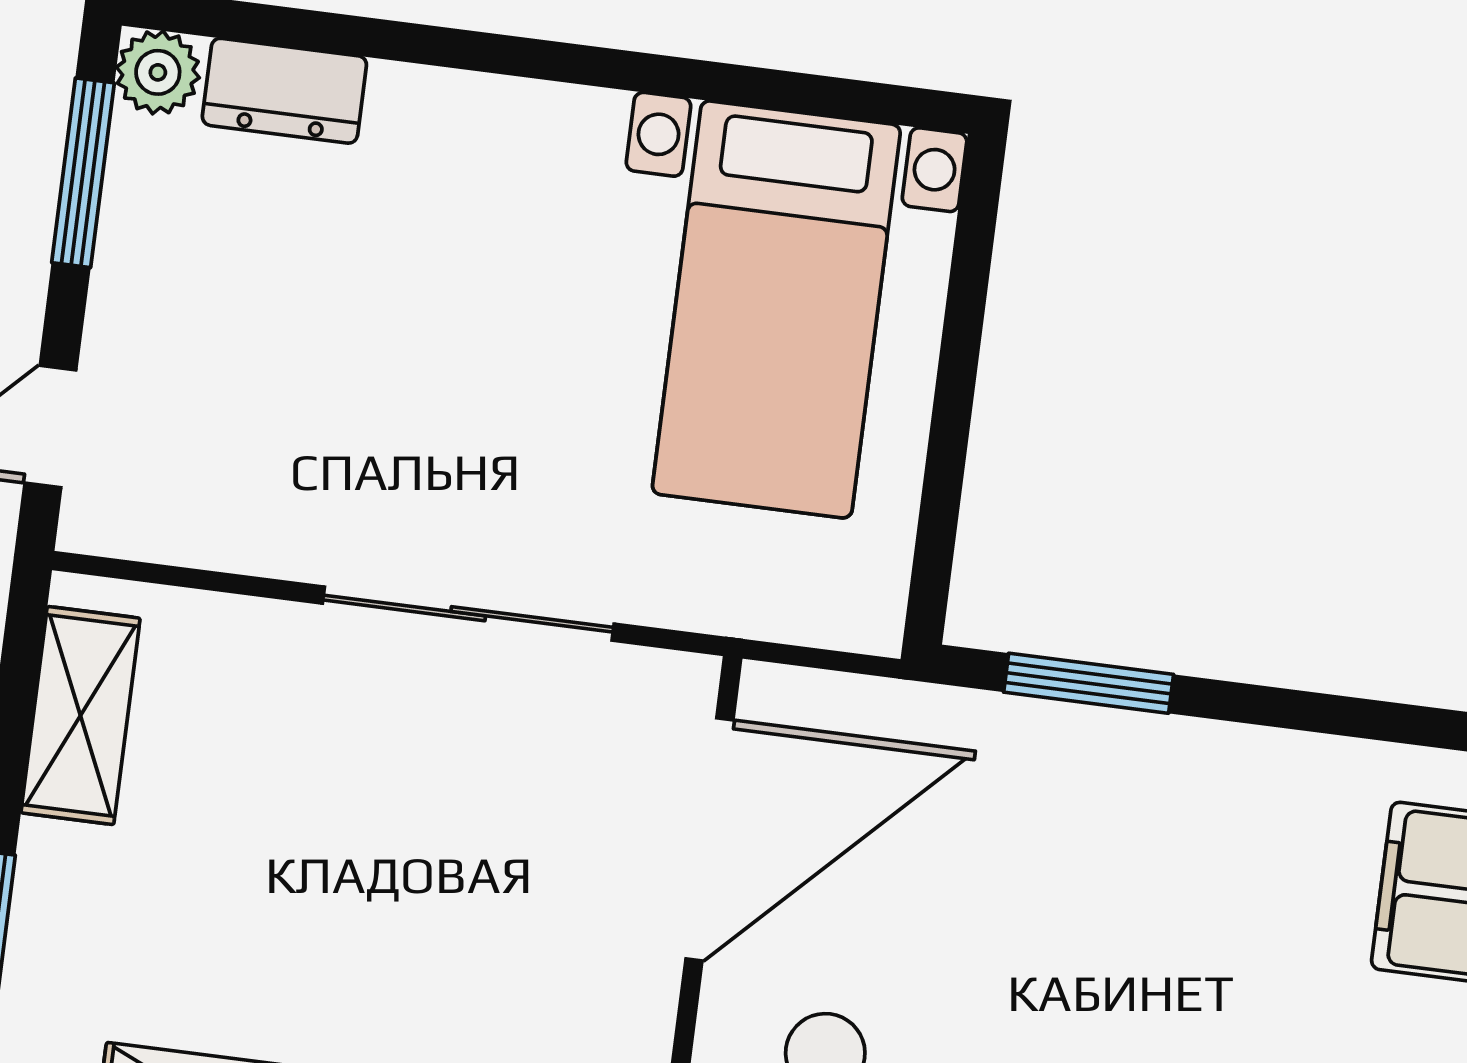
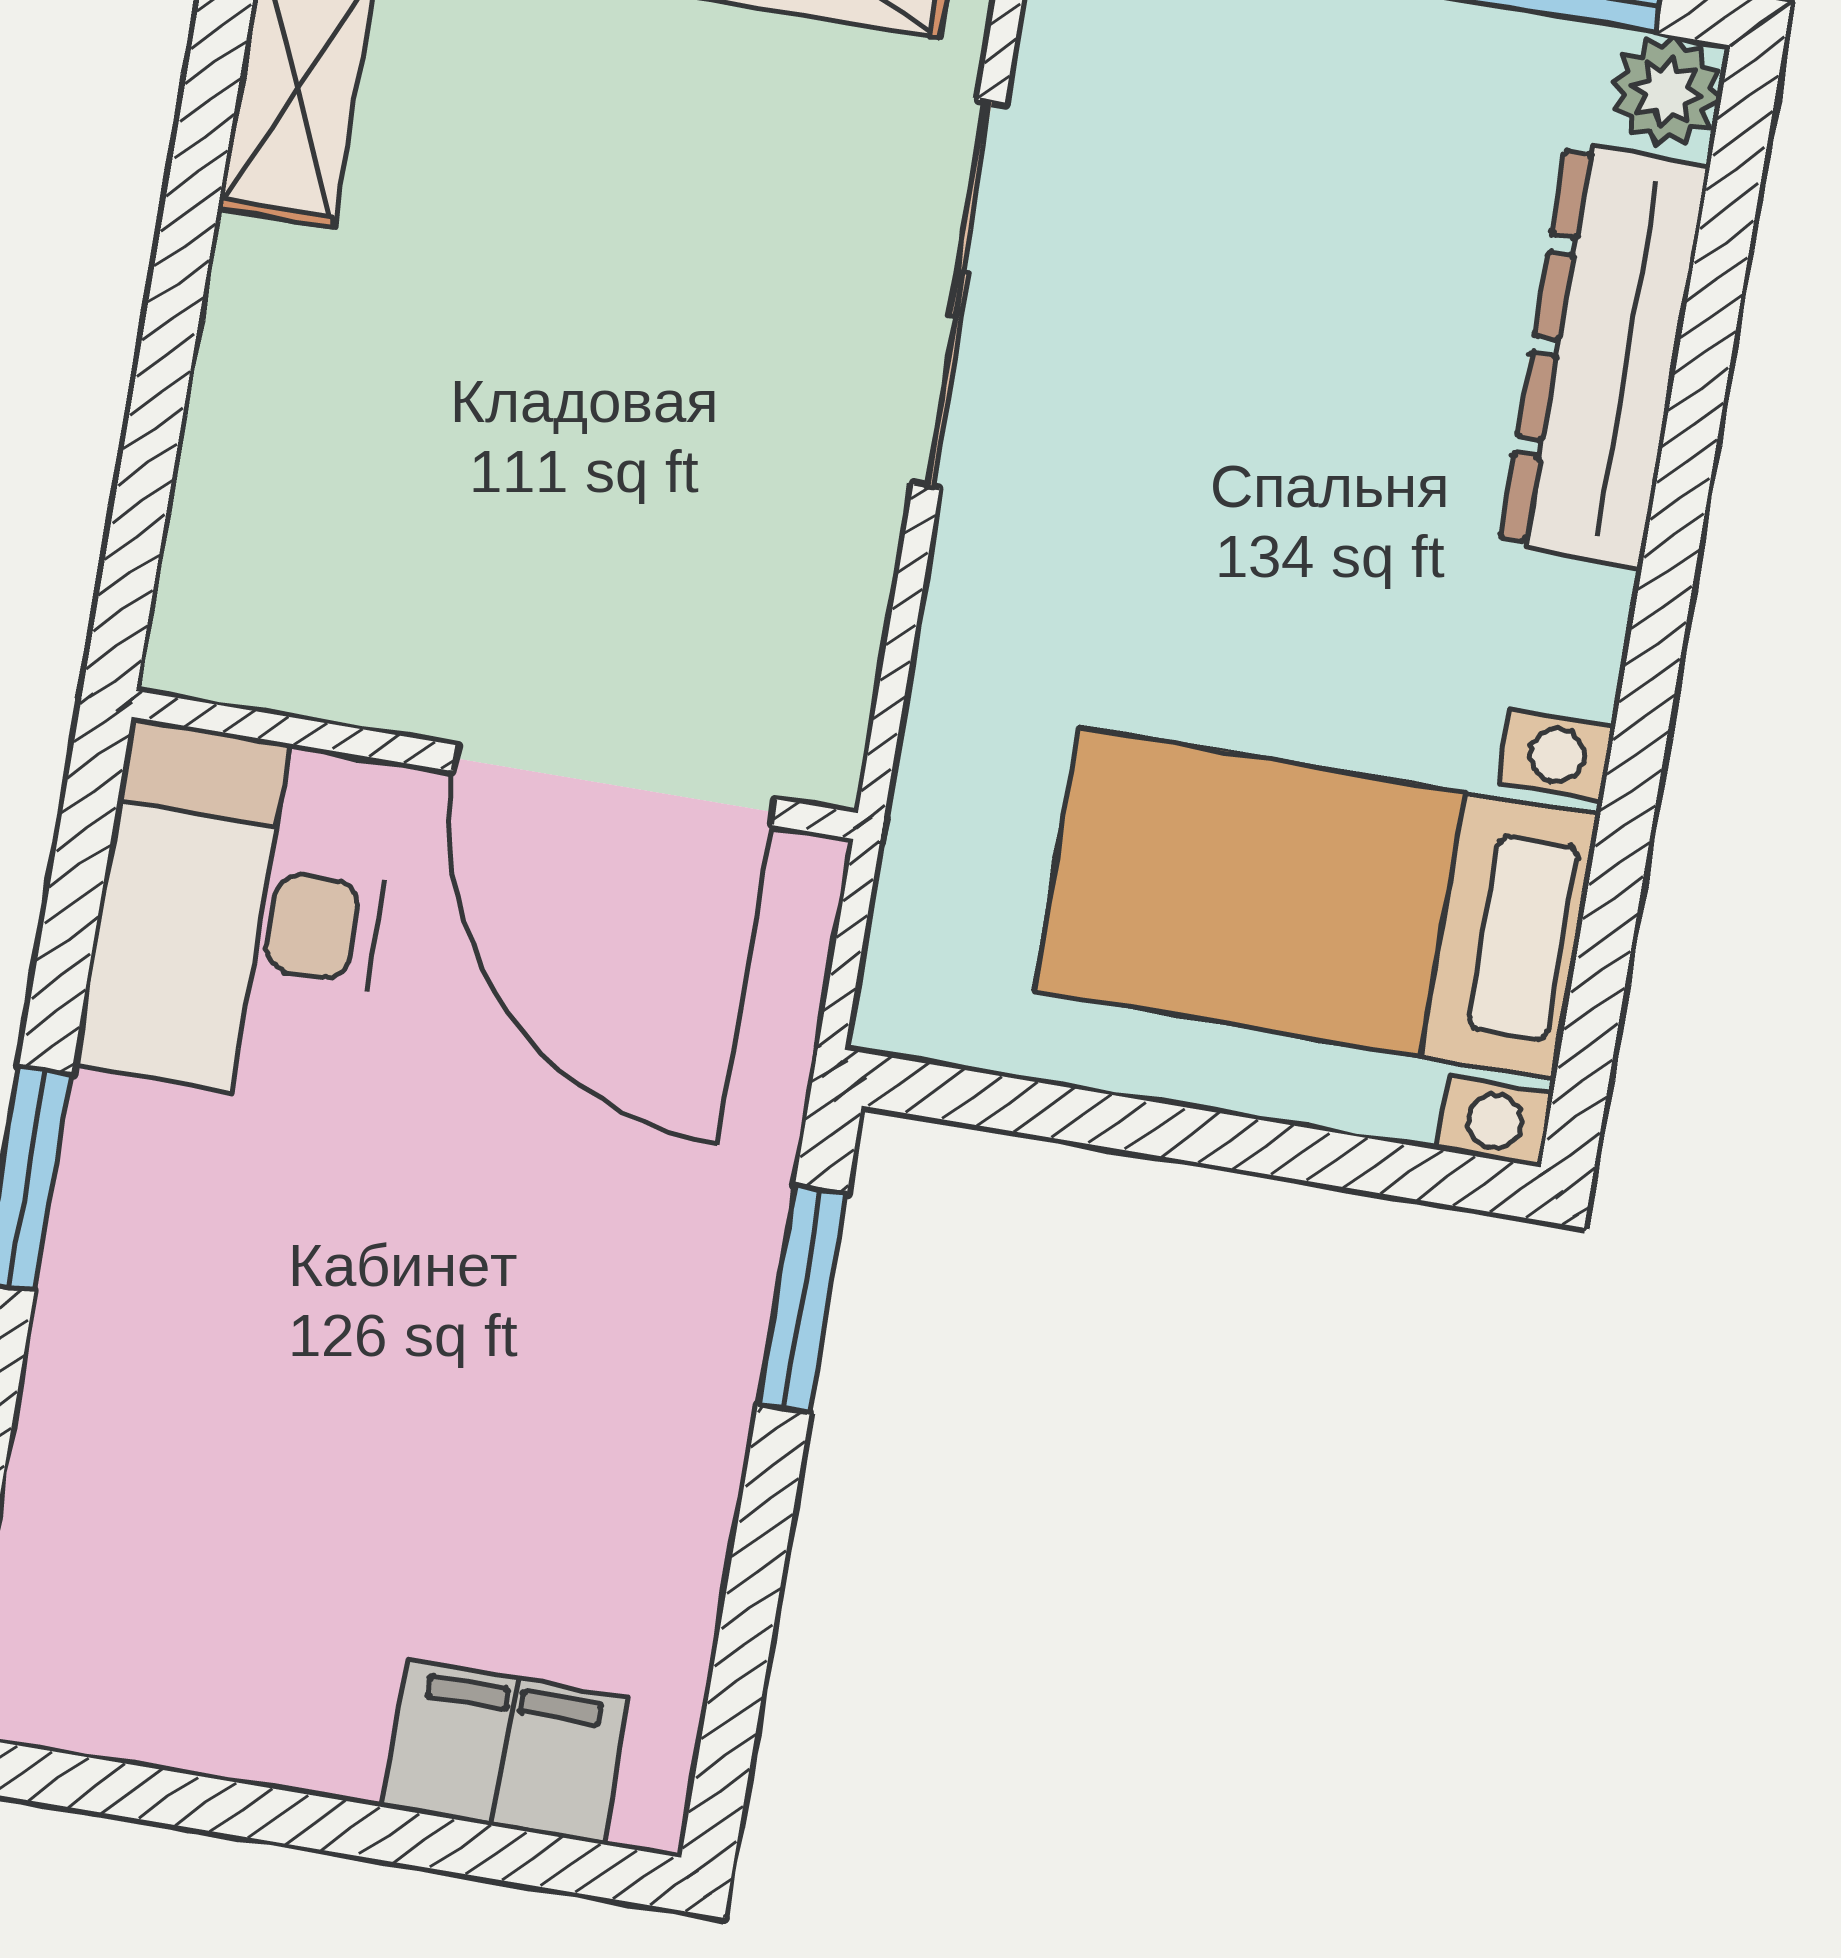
dresser: (284, 91) -> (1604, 356), width x1.96, depth x1.24
sliding door: (468, 614) -> (959, 294), moved

